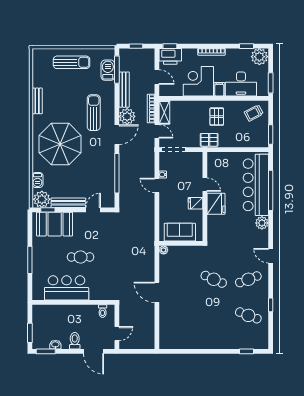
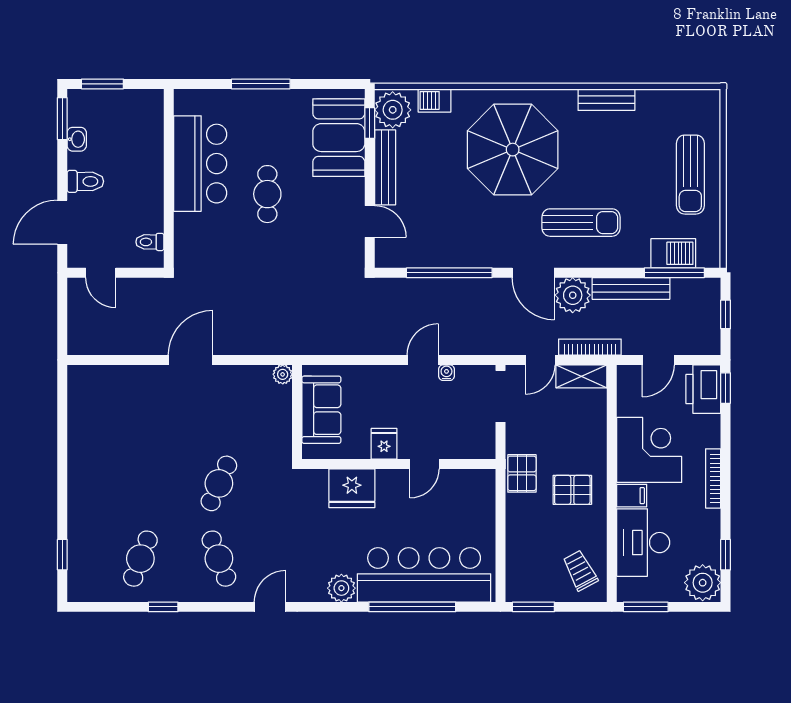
fridge: (216, 204) -> (352, 488), moved

